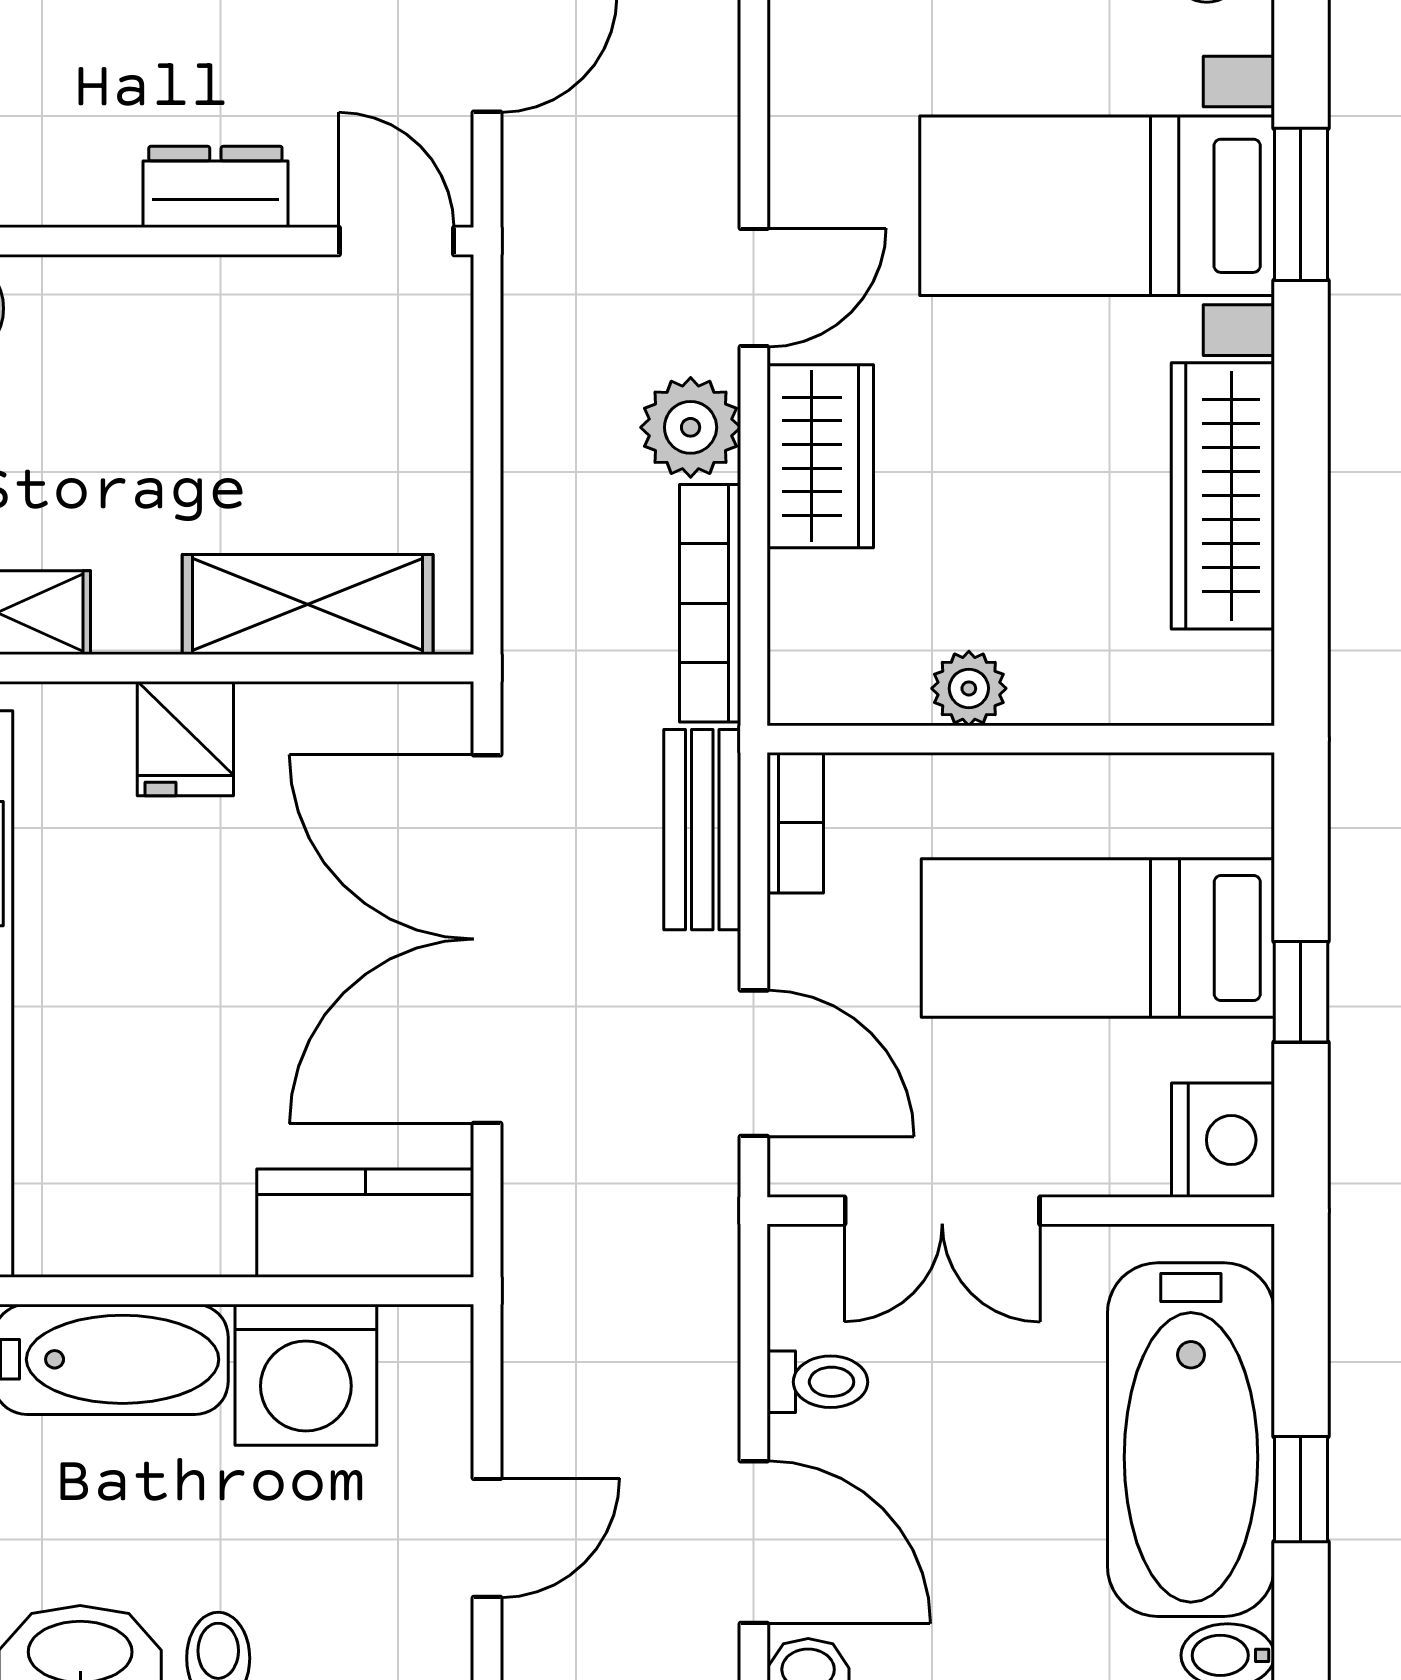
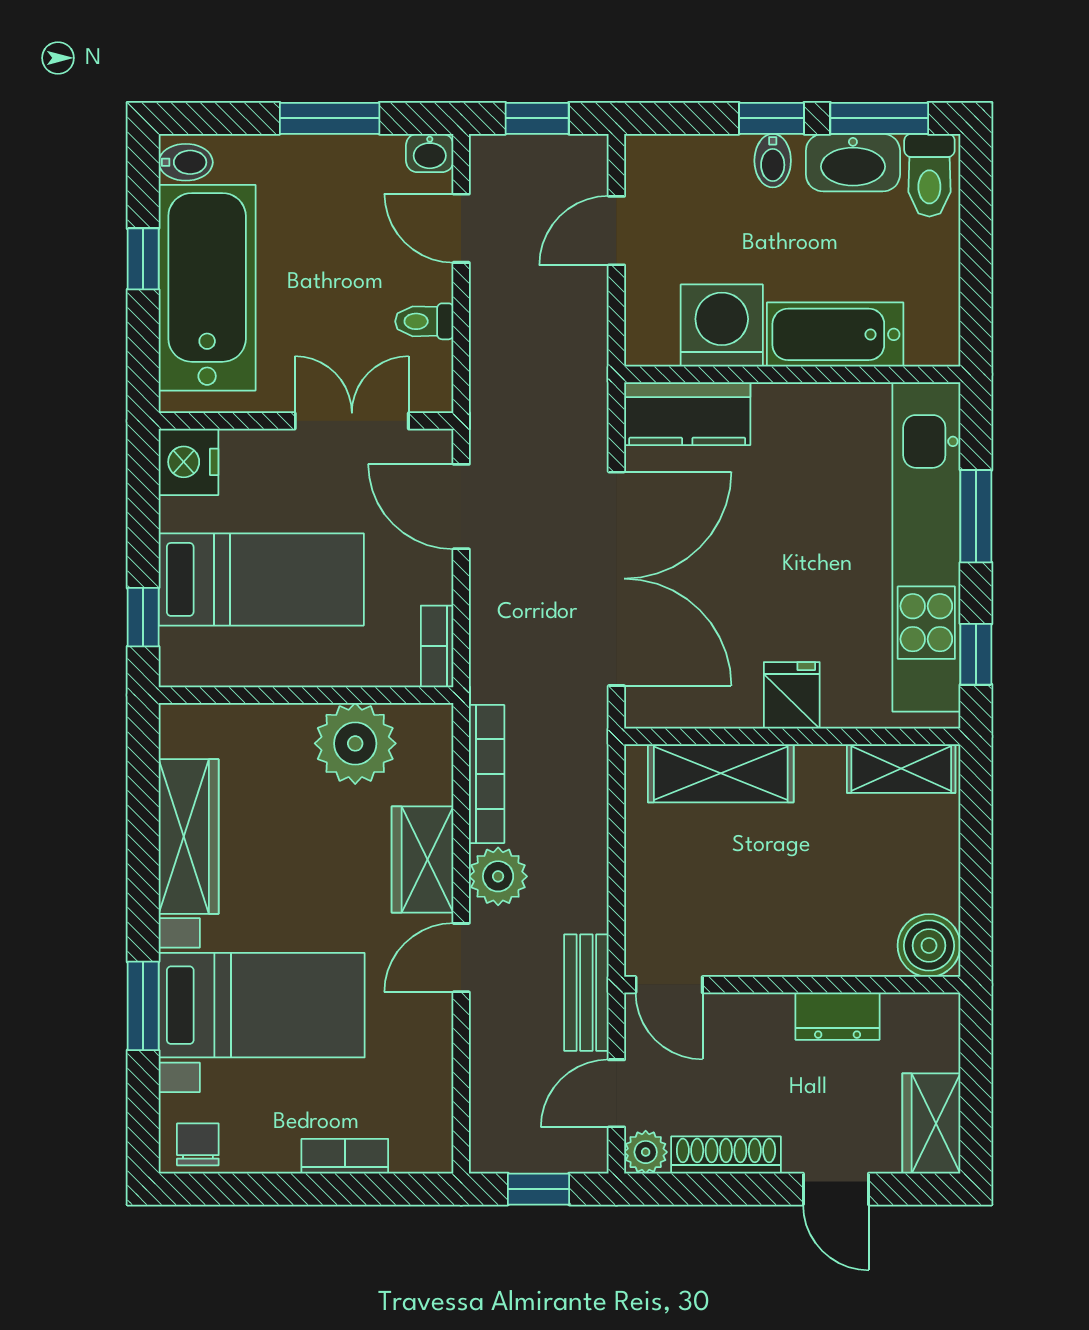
dresser: (215, 187) -> (838, 1016), moved
plant: (969, 688) -> (355, 743), width x1.87, depth x1.87
bench: (702, 830) -> (586, 993), moved
window: (1301, 992) -> (143, 617), moved
door: (754, 1542) -> (461, 228), width x0.73

